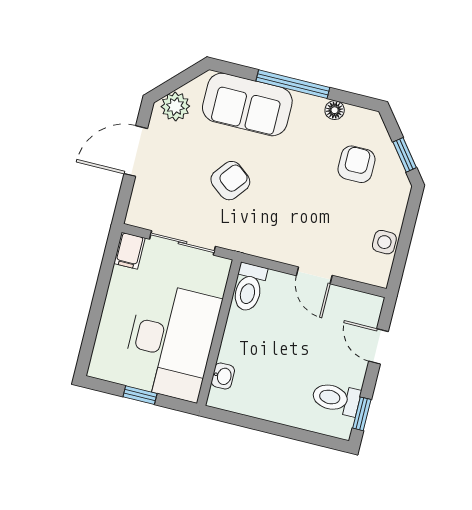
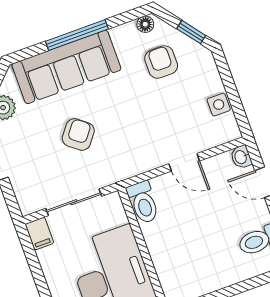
sofa: (247, 104) -> (66, 67), width x1.36
floor lamp: (335, 110) -> (145, 24), moved
washbasin: (223, 376) -> (241, 157), moved, turned 180

